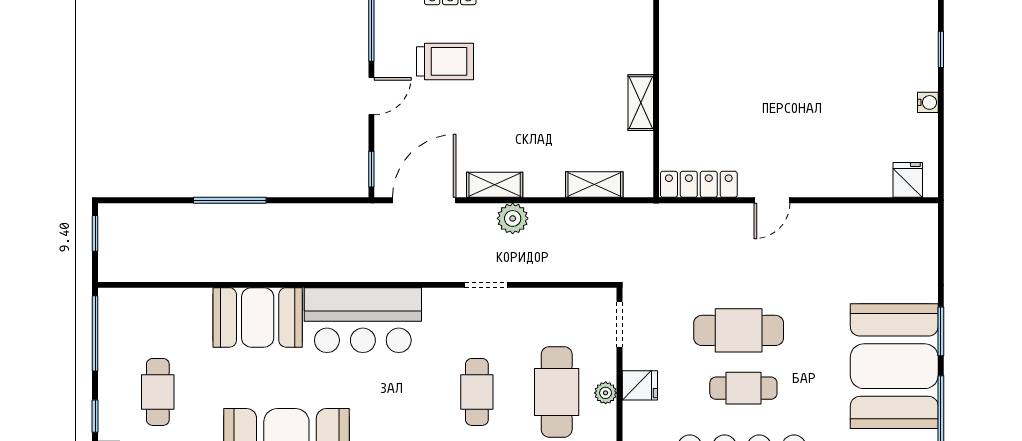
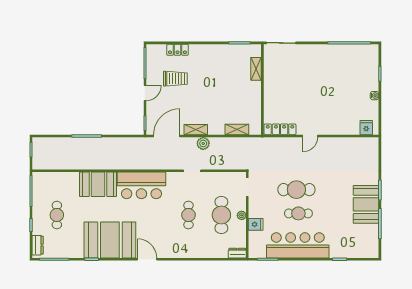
shelving: (641, 103) -> (256, 69), moved
booth: (894, 366) -> (366, 204), width x0.73, depth x0.70
fridge: (640, 385) -> (256, 224), moved

